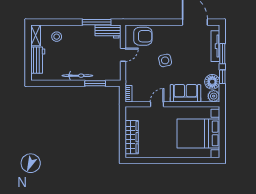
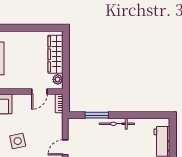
door: (157, 104) -> (39, 92), moved
plant: (130, 115) -> (58, 79), added

